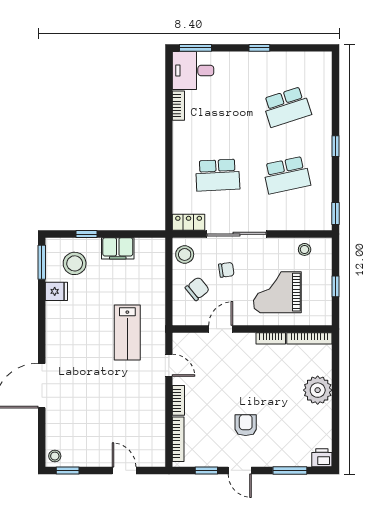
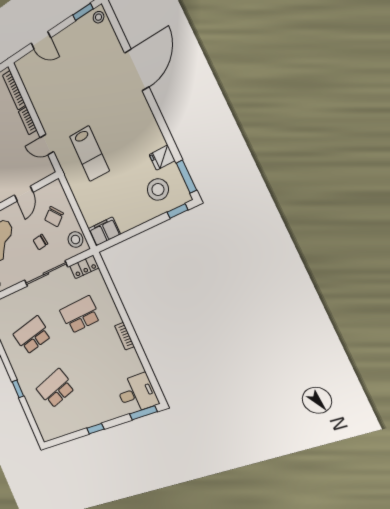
bookcase: (178, 106) -> (124, 336), moved
window: (335, 146) -> (18, 389), moved
window: (87, 234) -> (178, 211), moved
filing cabinet: (118, 248) -> (104, 232), moved
lab bench: (127, 333) -> (89, 154), turned 180

